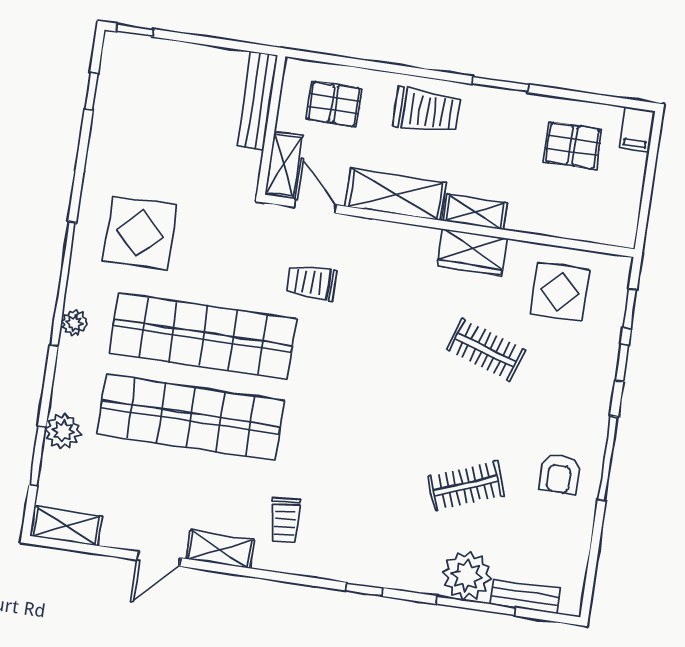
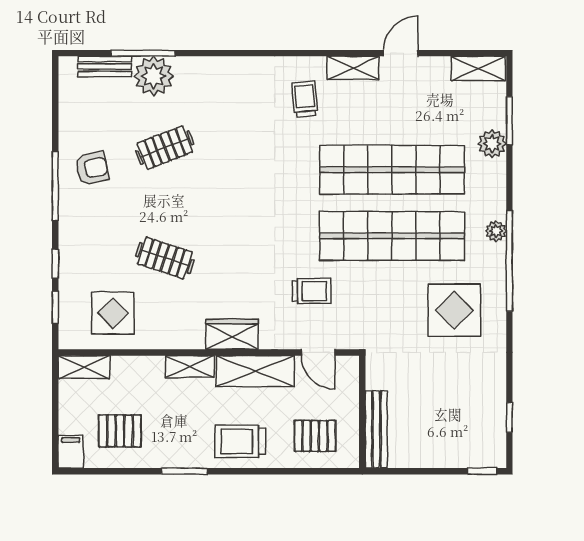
shelving: (284, 165) -> (84, 367), moved, turned 90
wardrobe: (472, 252) -> (232, 334), moved
armchair: (559, 474) -> (92, 168), turned 78
window: (364, 589) -> (234, 53), removed

